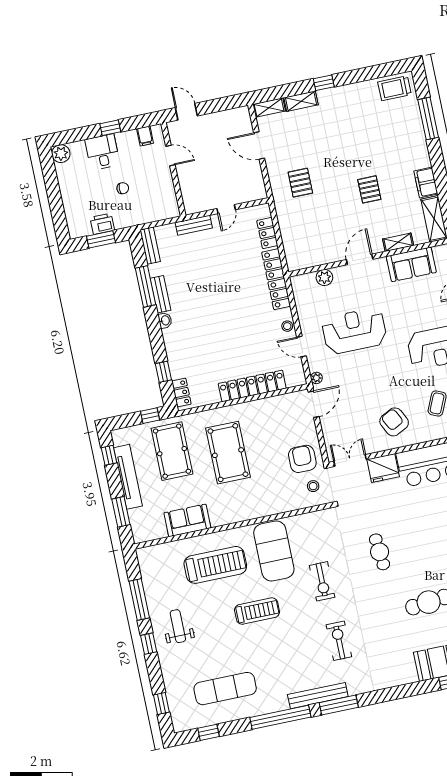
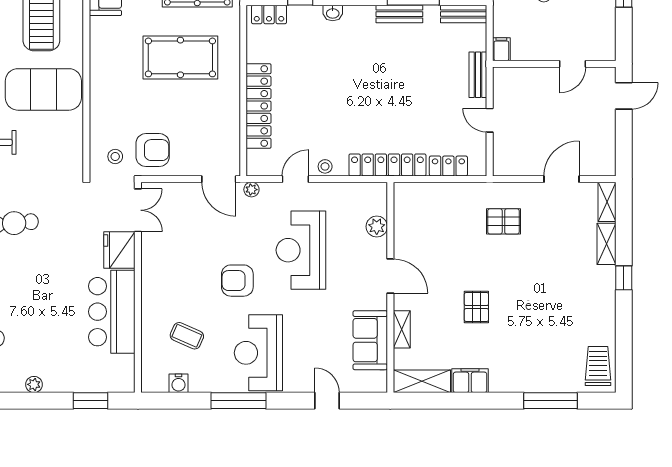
filing cabinet: (145, 136) -> (501, 49), moved, turned 90
pallet: (369, 189) -> (476, 307), turned 90
washbasin: (165, 320) -> (333, 13), moved
reception desk: (354, 331) -> (301, 250), turned 180
armchair: (394, 422) -> (237, 281), moved, turned -153

